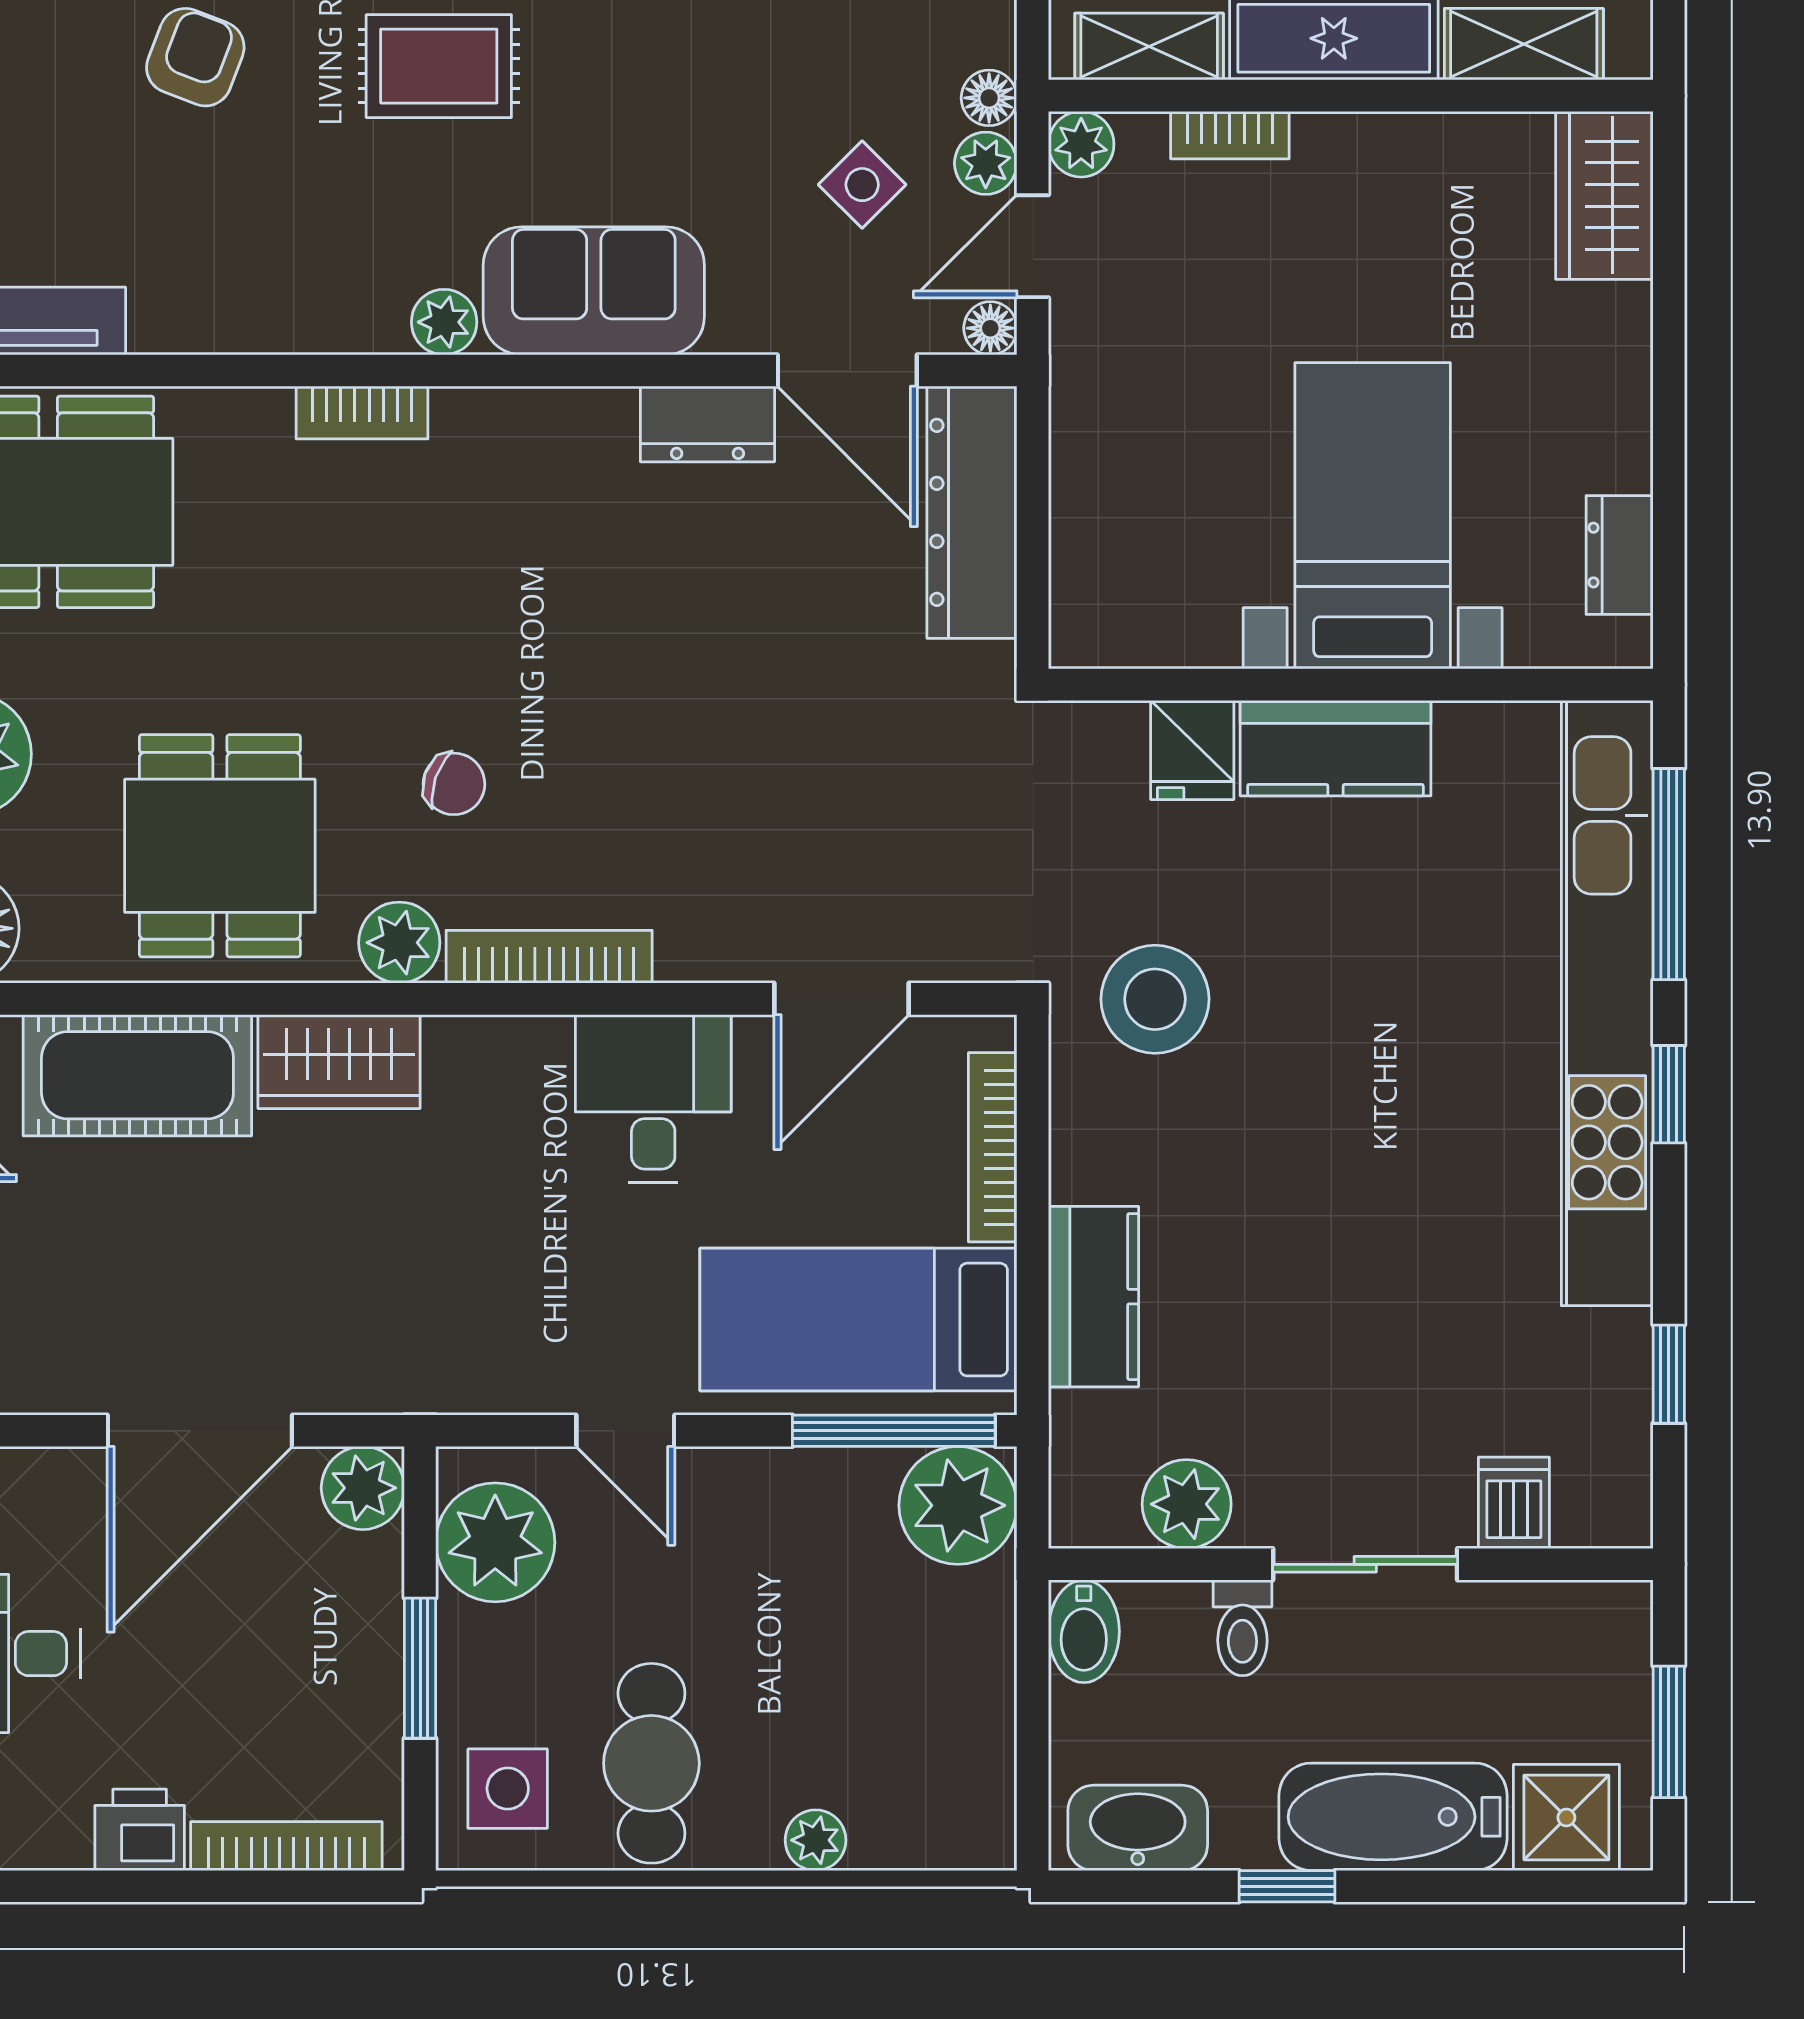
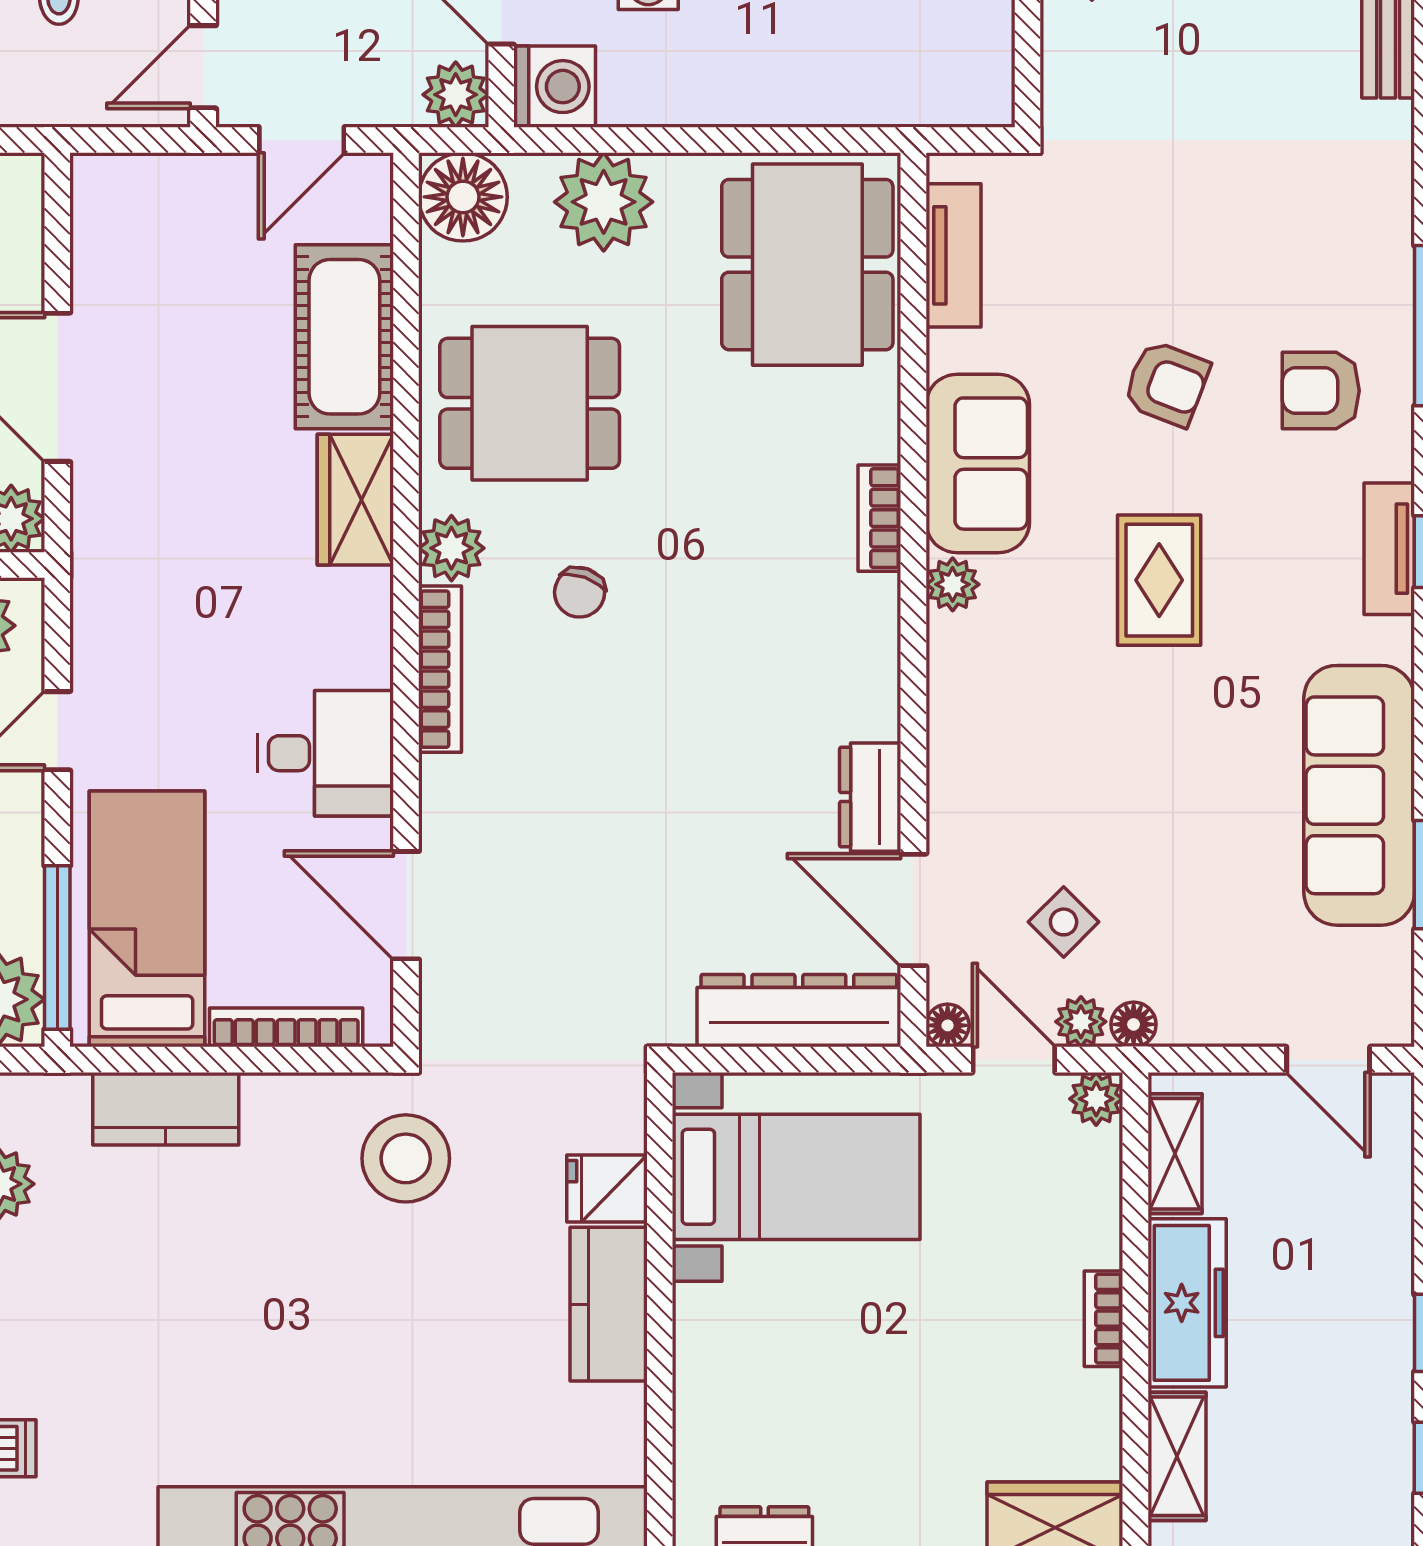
bookcase: (1230, 135) -> (1104, 1319), moved
sofa: (594, 291) -> (978, 464), moved
door: (847, 371) -> (913, 910), hinge flipped
bed with nightstands: (1373, 516) -> (796, 1177), moved

